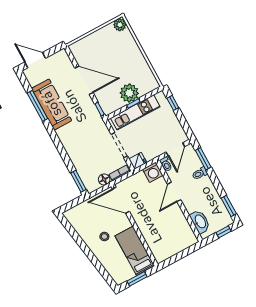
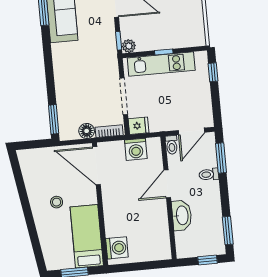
plant: (129, 93) -> (129, 46), moved, width x0.53, depth x0.53
washing machine: (153, 172) -> (136, 149), moved
washbasin: (200, 222) -> (182, 215), moved
washing machine: (159, 250) -> (117, 248), added

